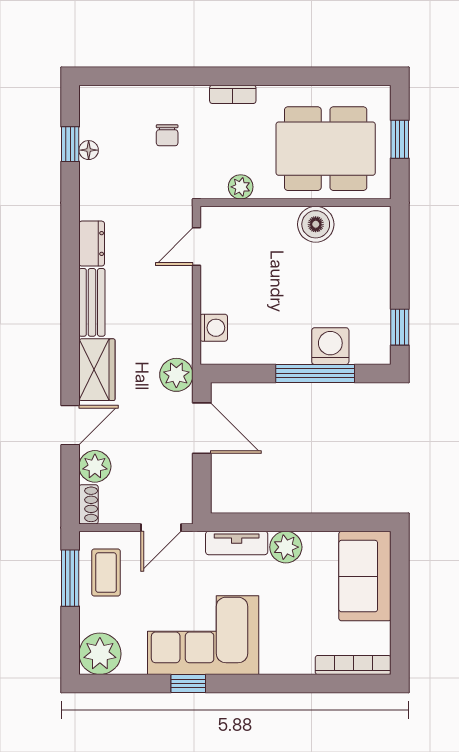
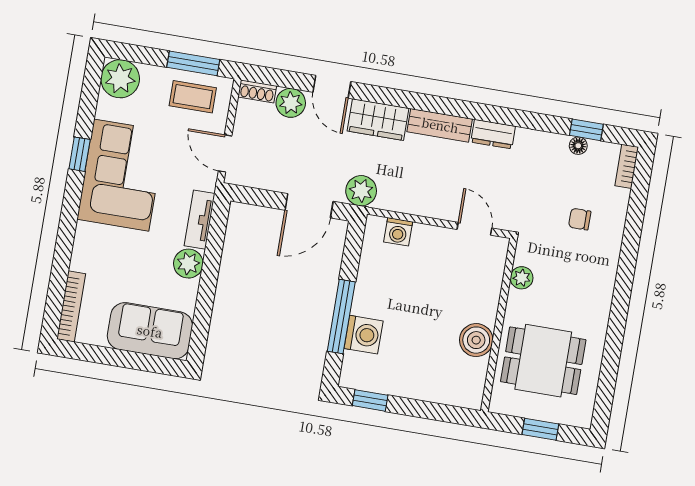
bookcase: (233, 94) -> (627, 166), moved
dining table: (326, 149) -> (543, 361), width x0.73

